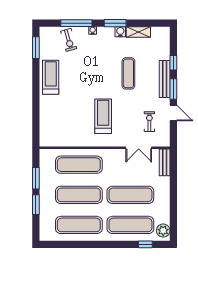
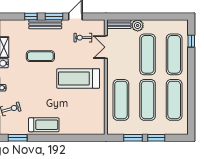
treadmill: (51, 77) -> (44, 125), turned 180
treadmill: (103, 116) -> (78, 78), width x1.37, depth x1.38
double door: (139, 148) -> (106, 47), swing flipped
plant: (163, 231) -> (138, 25), moved

